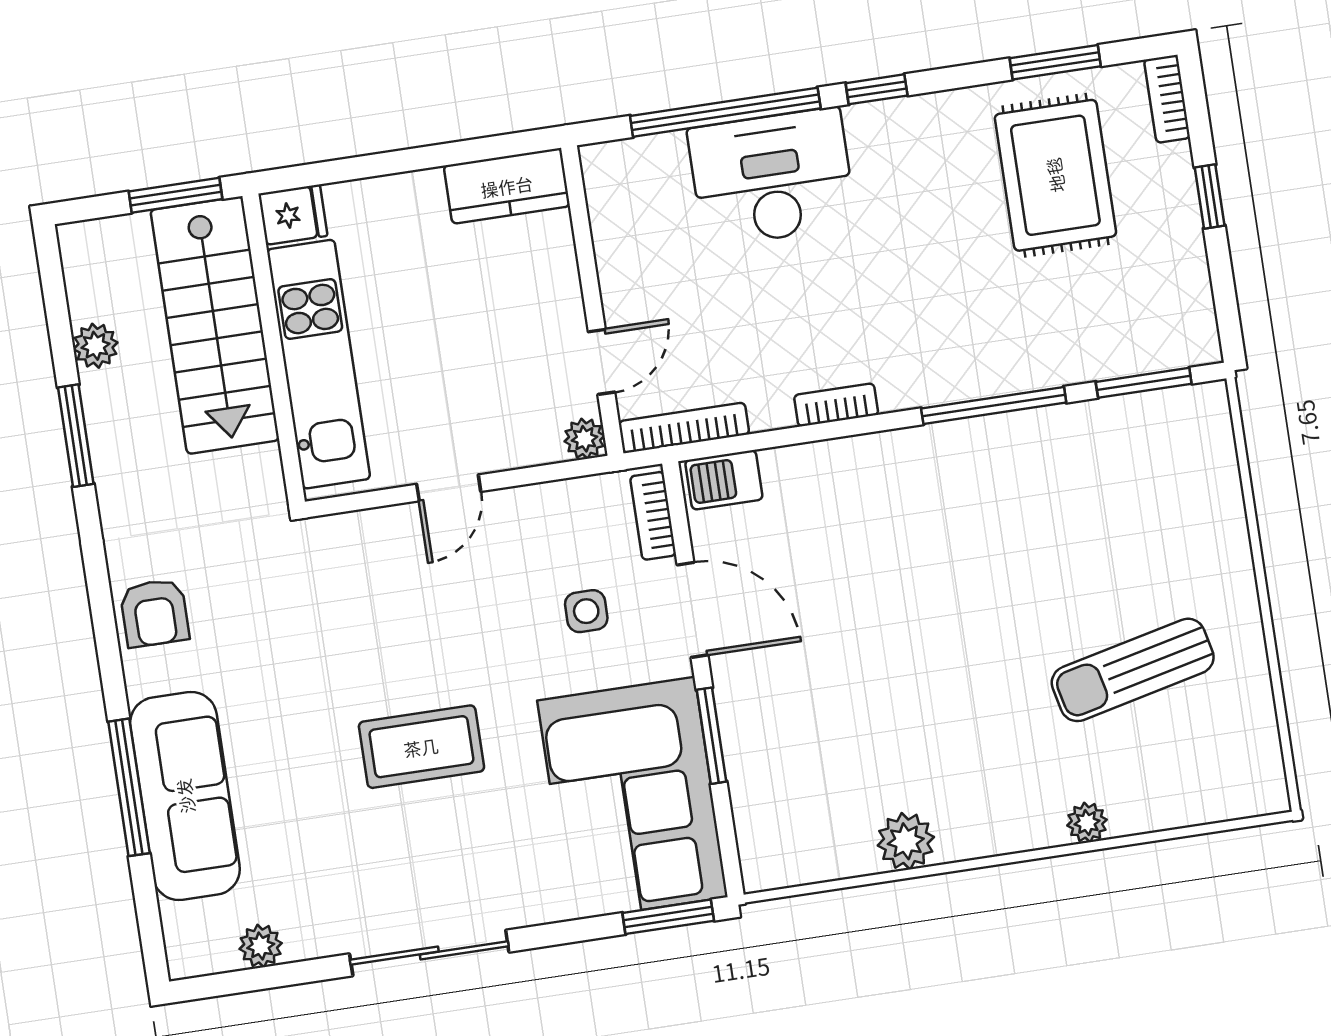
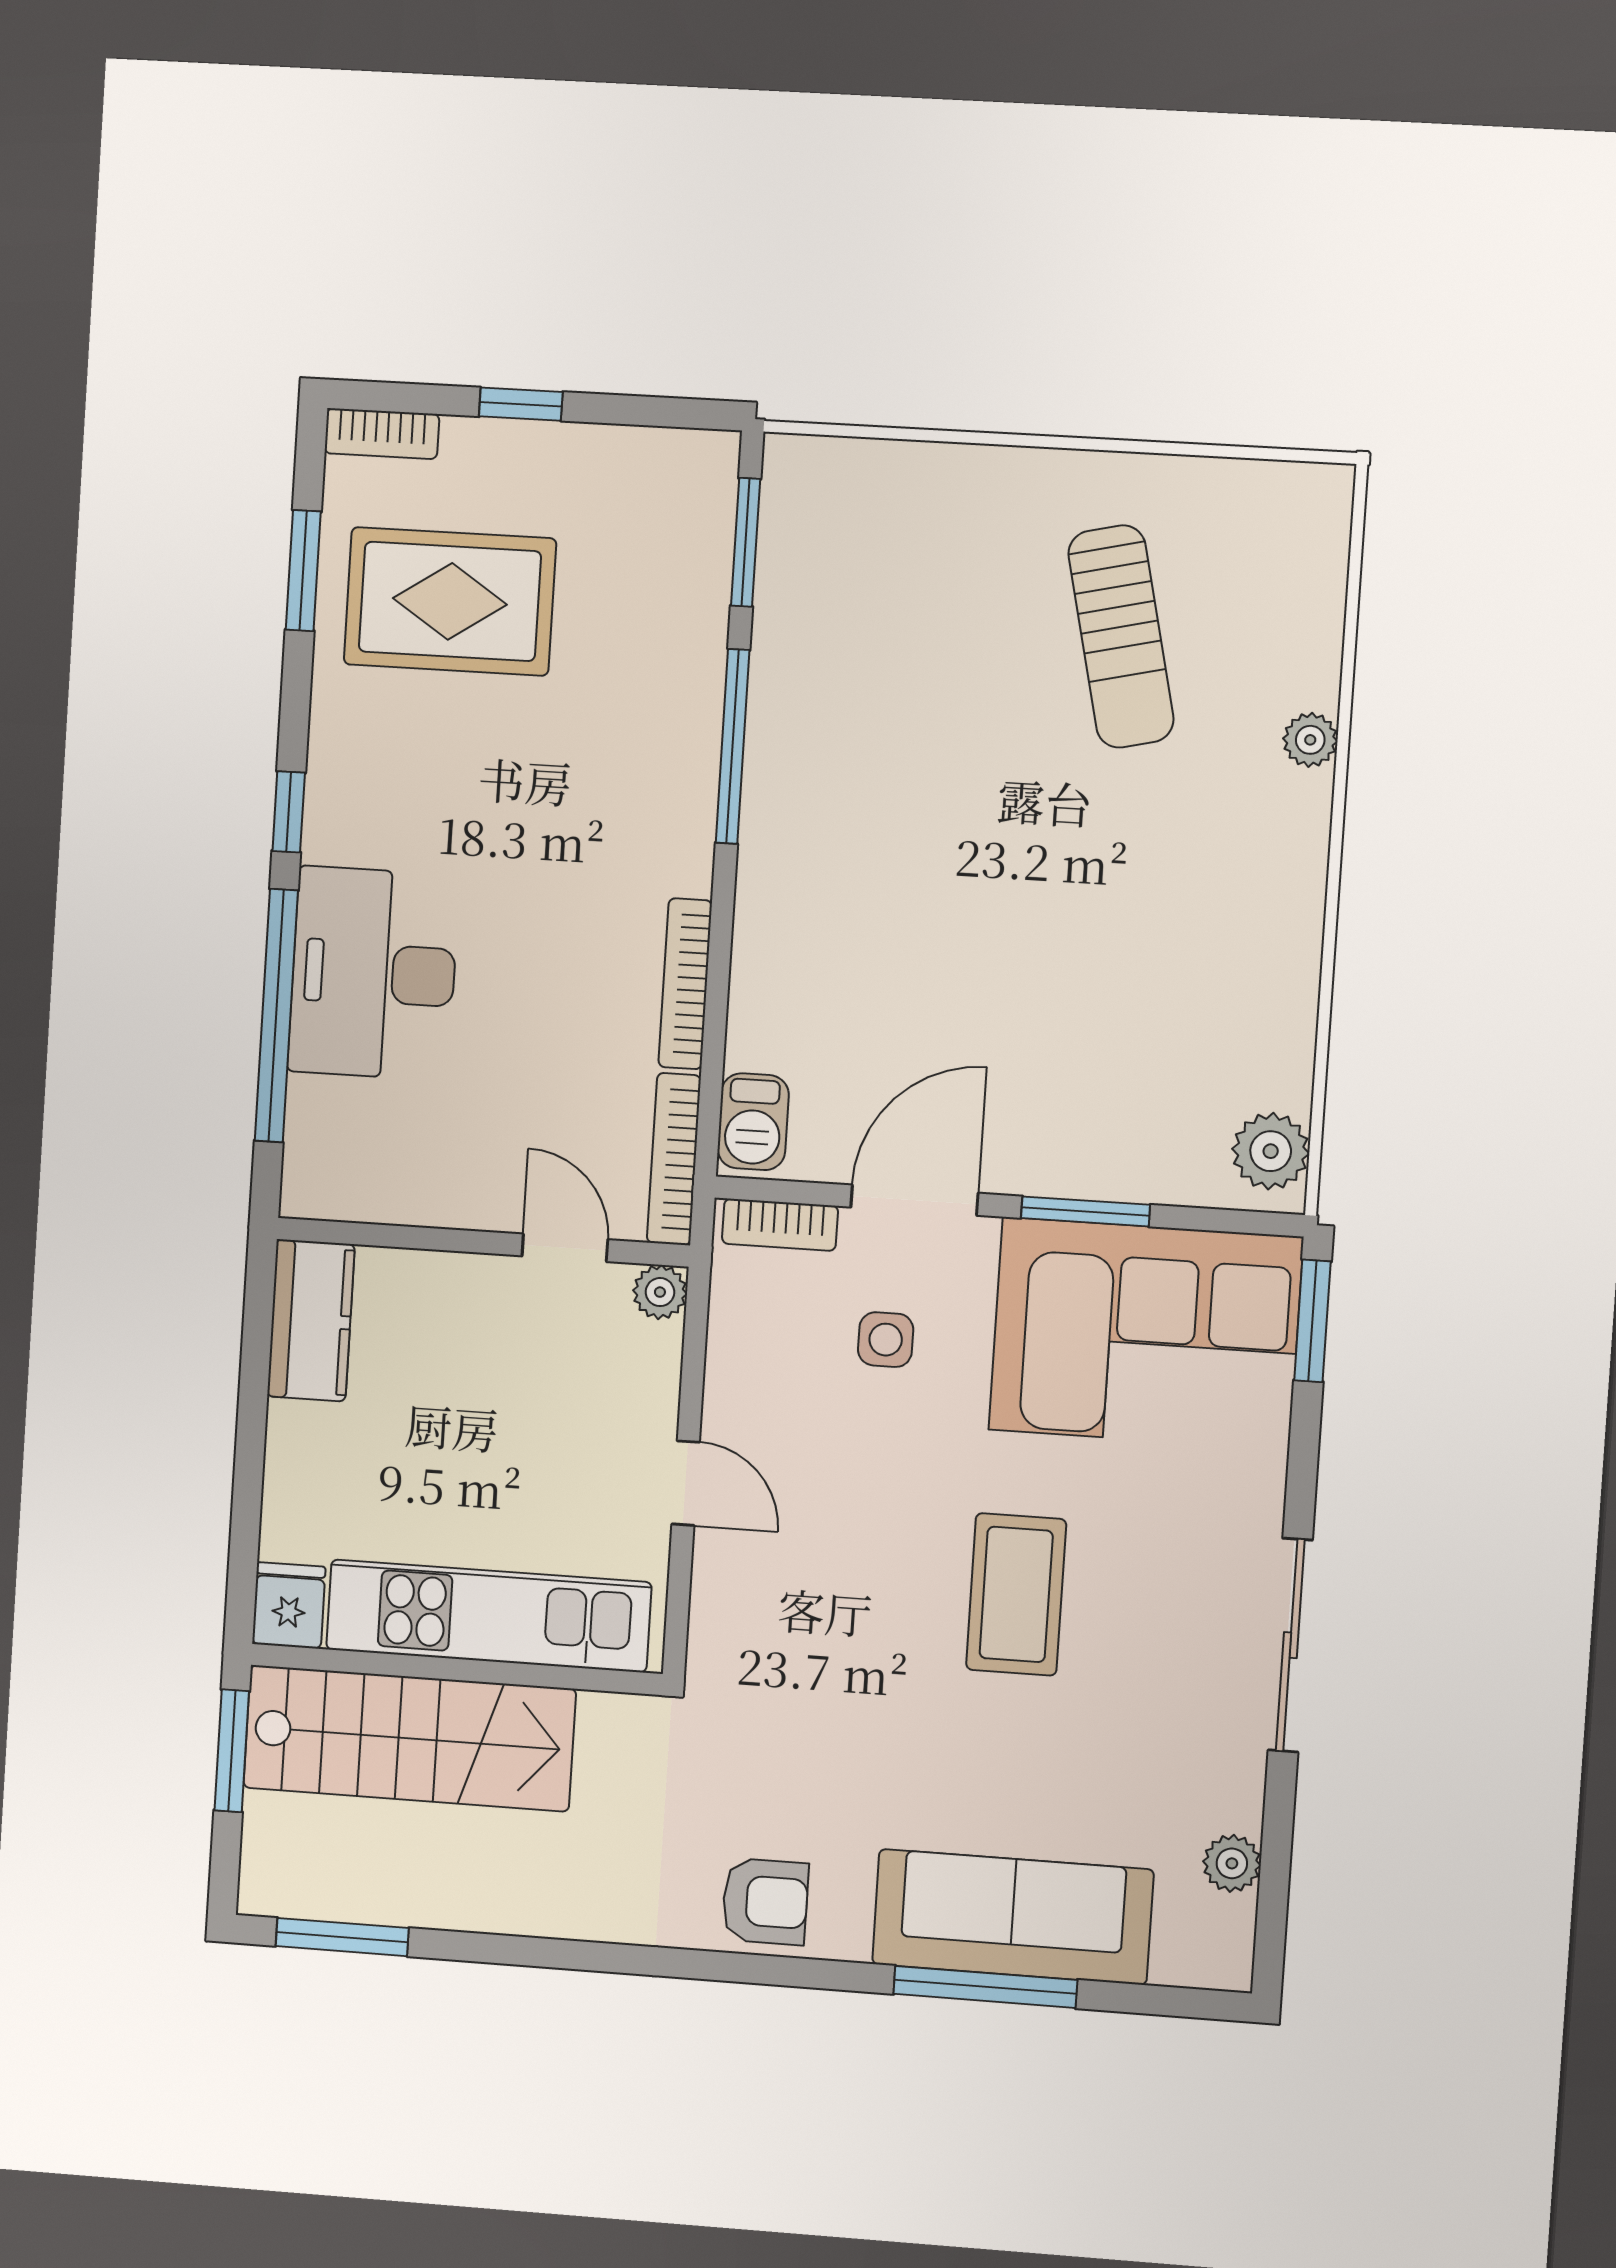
plant: (95, 346) -> (403, 1898), removed
bookcase: (836, 405) -> (685, 984), width x1.56
window: (76, 436) -> (342, 1937), moved
plant: (906, 841) -> (1271, 1151), moved

